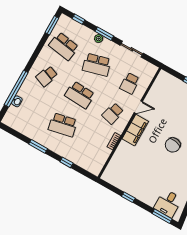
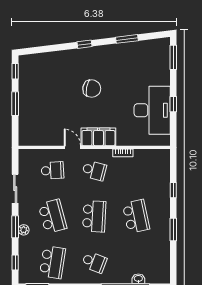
desk: (168, 203) -> (152, 110), moved, width x1.87, depth x1.30

